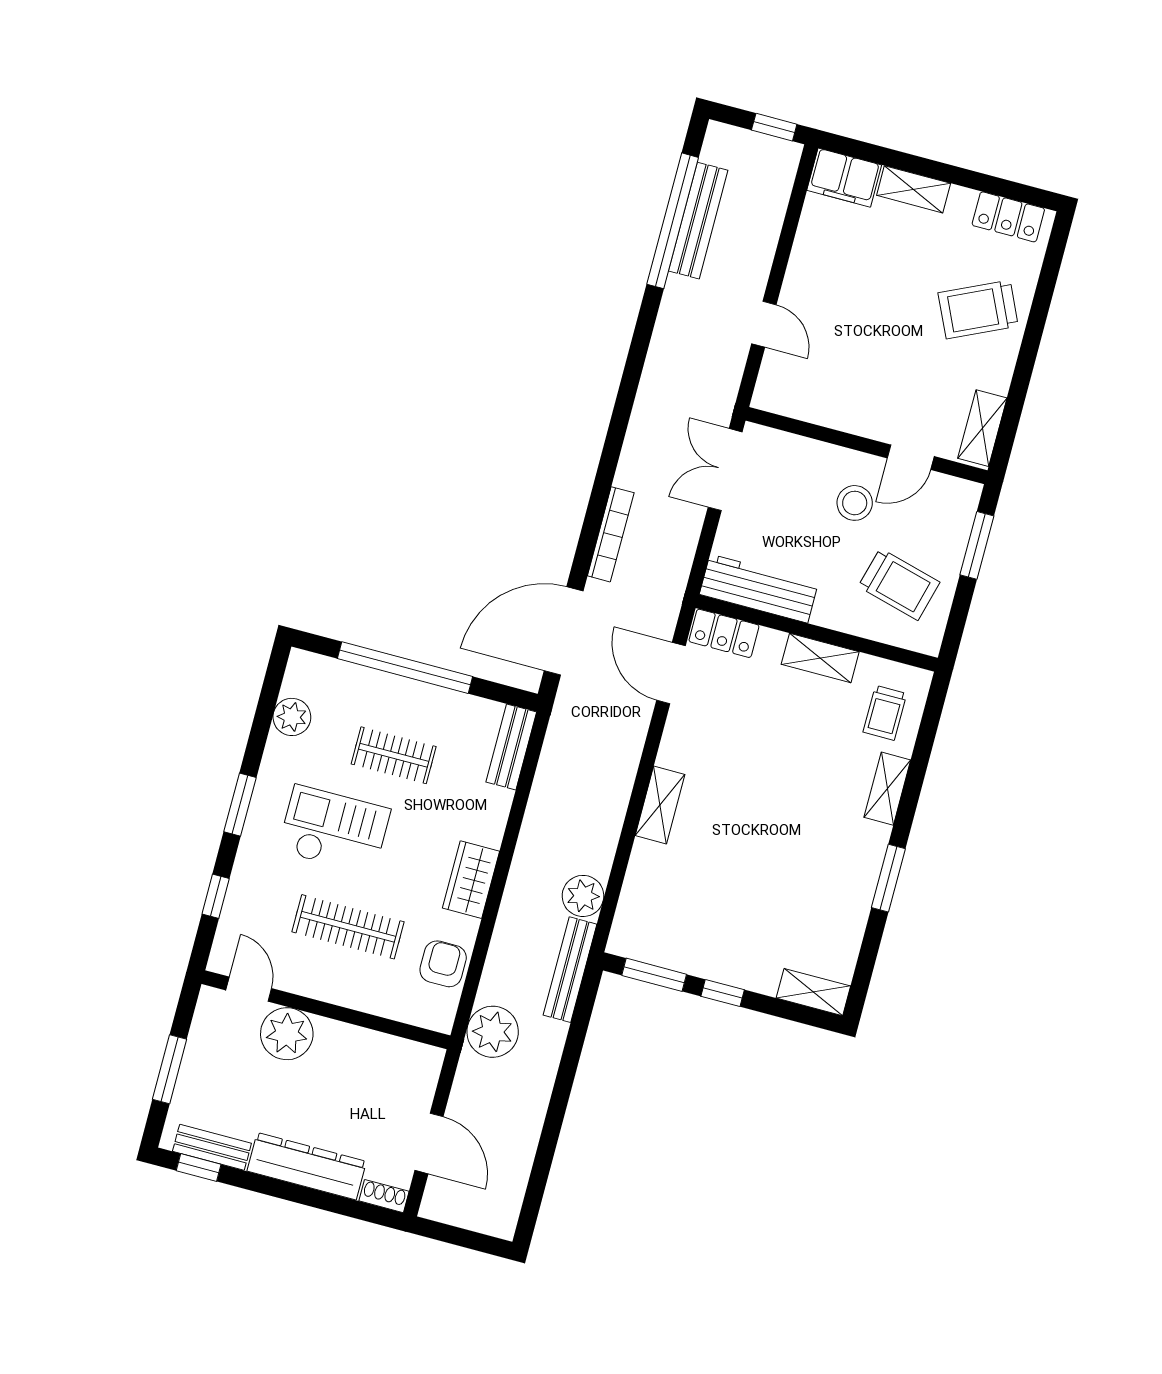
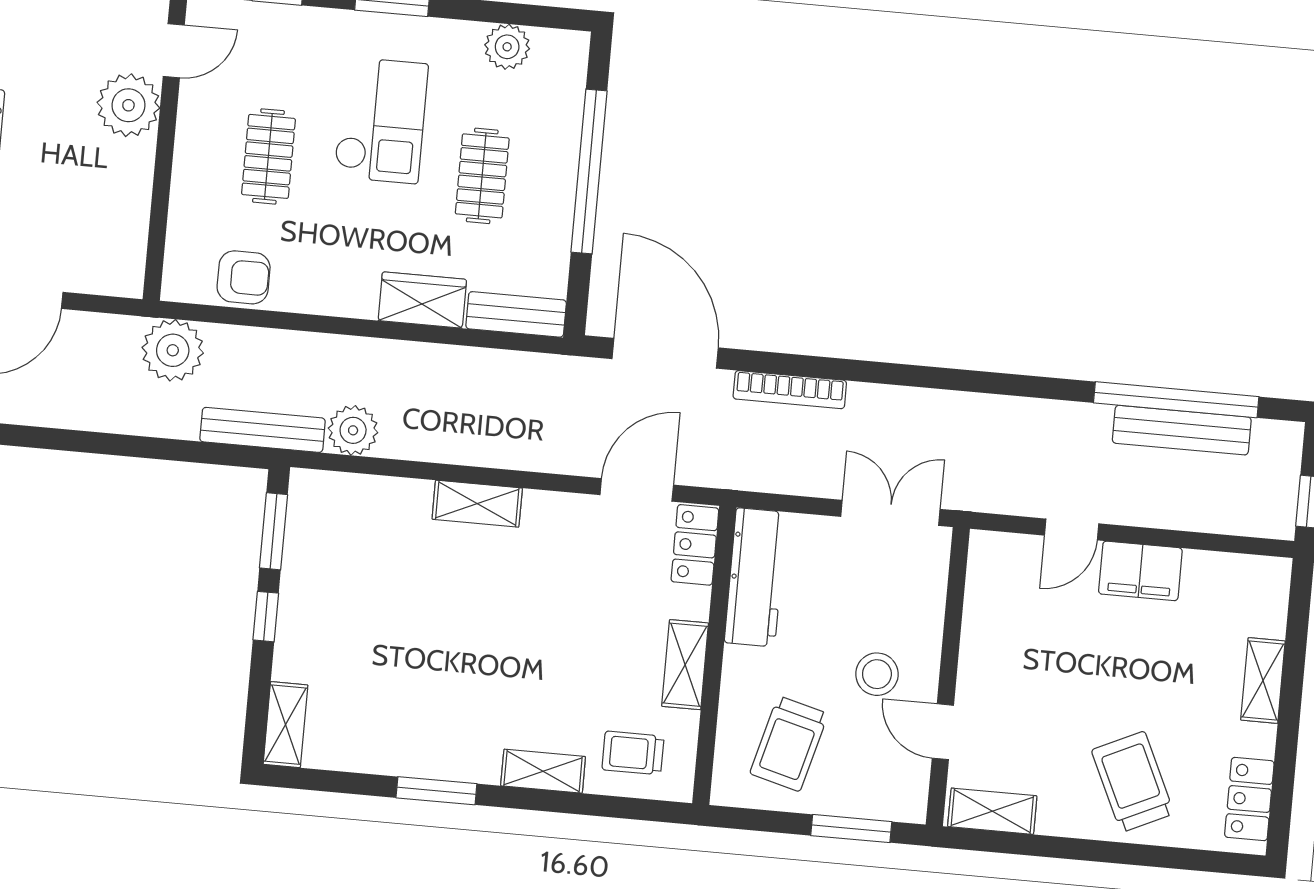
filing cabinet: (844, 178) -> (1140, 571), moved, turned -90
wardrobe: (471, 880) -> (422, 300), moved
clothes rail: (348, 927) -> (268, 156), width x0.73

